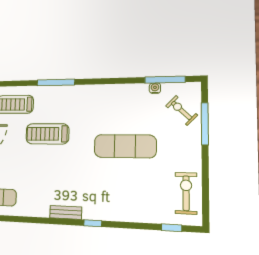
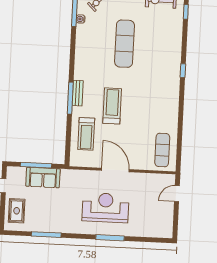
treadmill: (47, 134) -> (112, 106), turned 180
bench: (66, 212) -> (78, 93), moved

